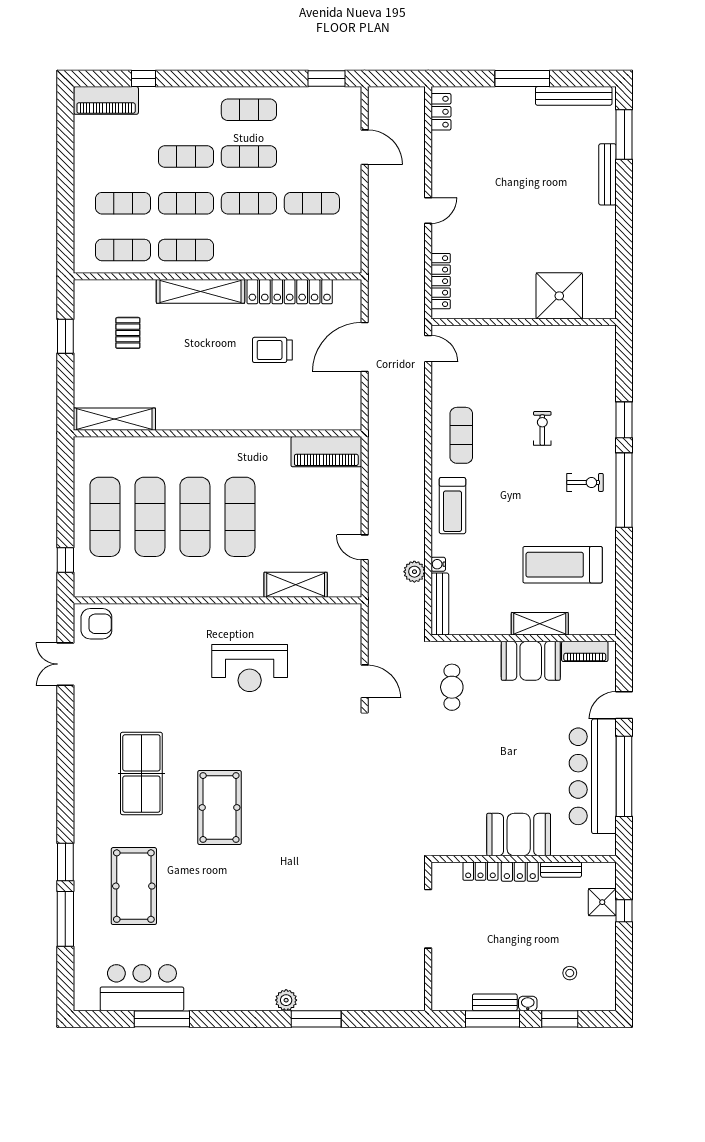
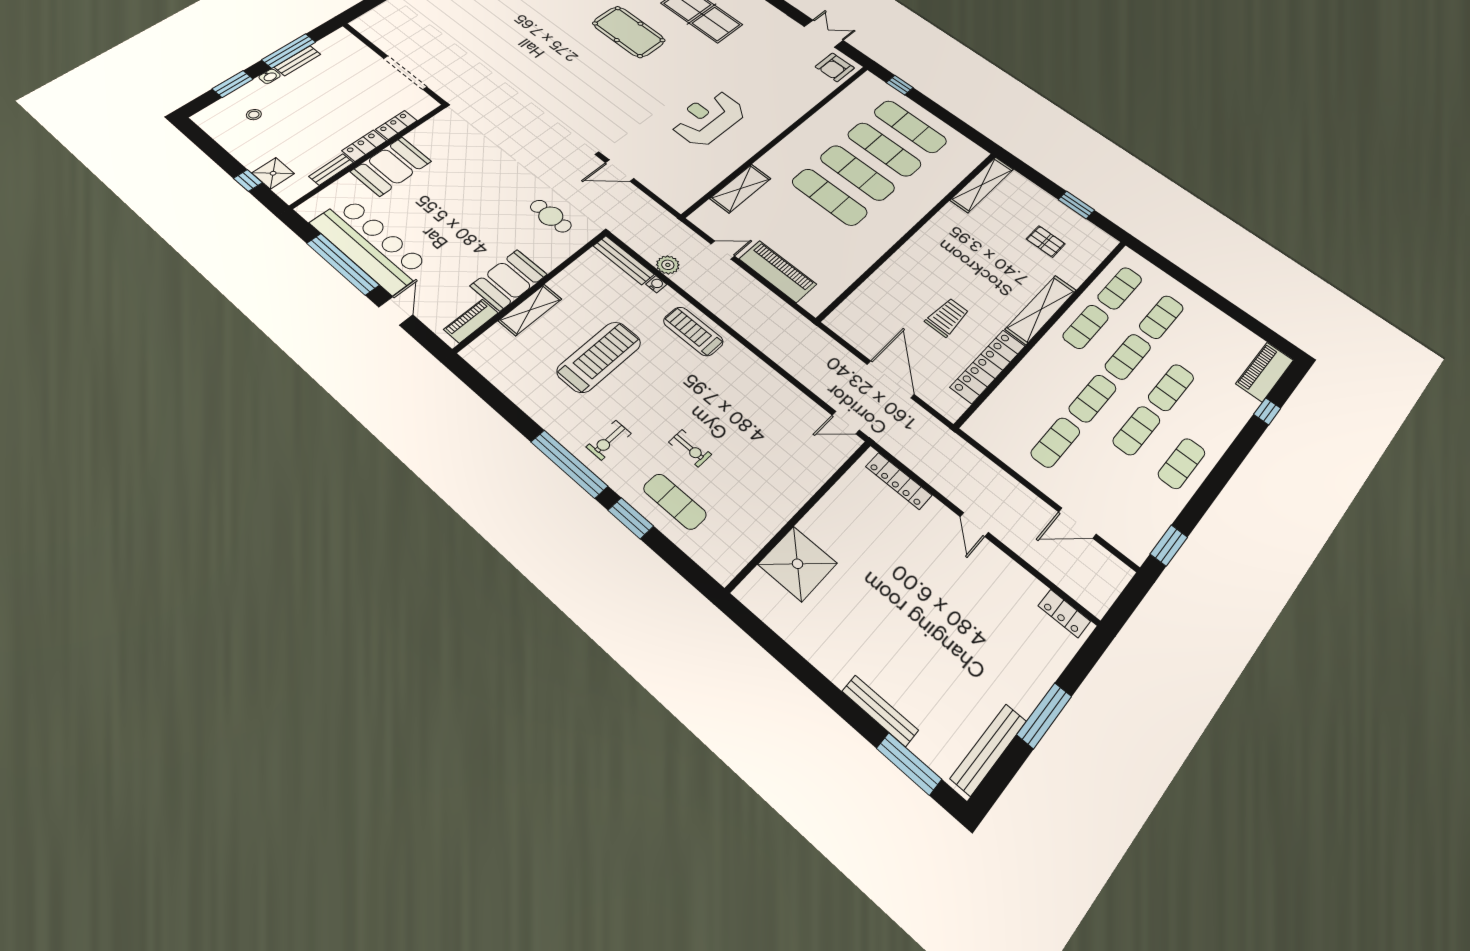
exercise mat: (461, 435) -> (675, 502), moved
piano: (326, 452) -> (778, 271), moved, turned 90
treadmill: (563, 565) -> (599, 357), moved

